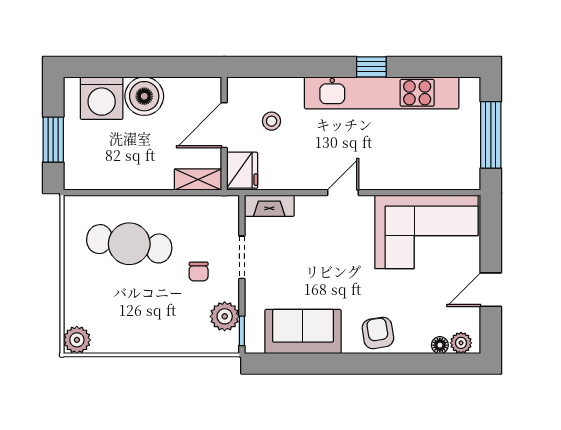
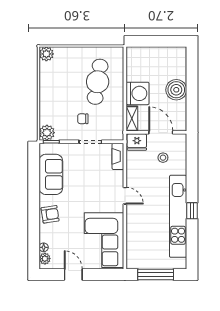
washing machine: (102, 98) -> (138, 93), moved, turned 180
window: (53, 140) -> (153, 41), removed
plant: (225, 316) -> (47, 133), moved

